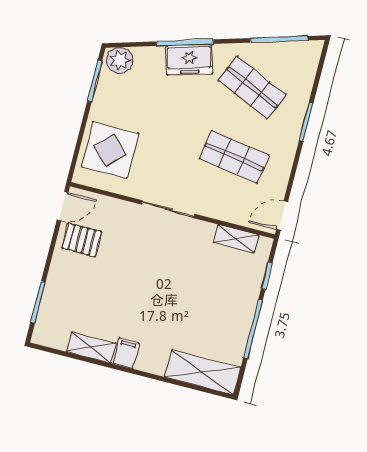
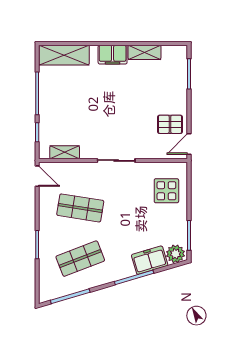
freezer: (189, 60) -> (150, 260), moved
shop shelf: (252, 87) -> (80, 259), turned -45
display table: (110, 150) -> (166, 191), width x0.73, depth x0.73
door: (282, 216) -> (37, 176), hinge flipped
filing cabinet: (126, 353) -> (113, 55), width x2.00

